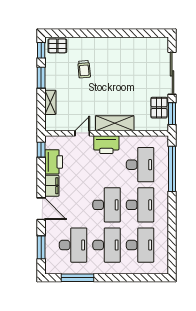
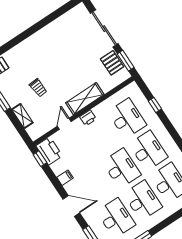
trolley: (84, 69) -> (38, 88), moved
printer: (106, 145) -> (88, 118), width x0.53, depth x0.68
printer: (54, 162) -> (49, 151), moved
window: (172, 169) -> (155, 105), width x0.32
filing cabinet: (52, 186) -> (65, 178), width x0.50

